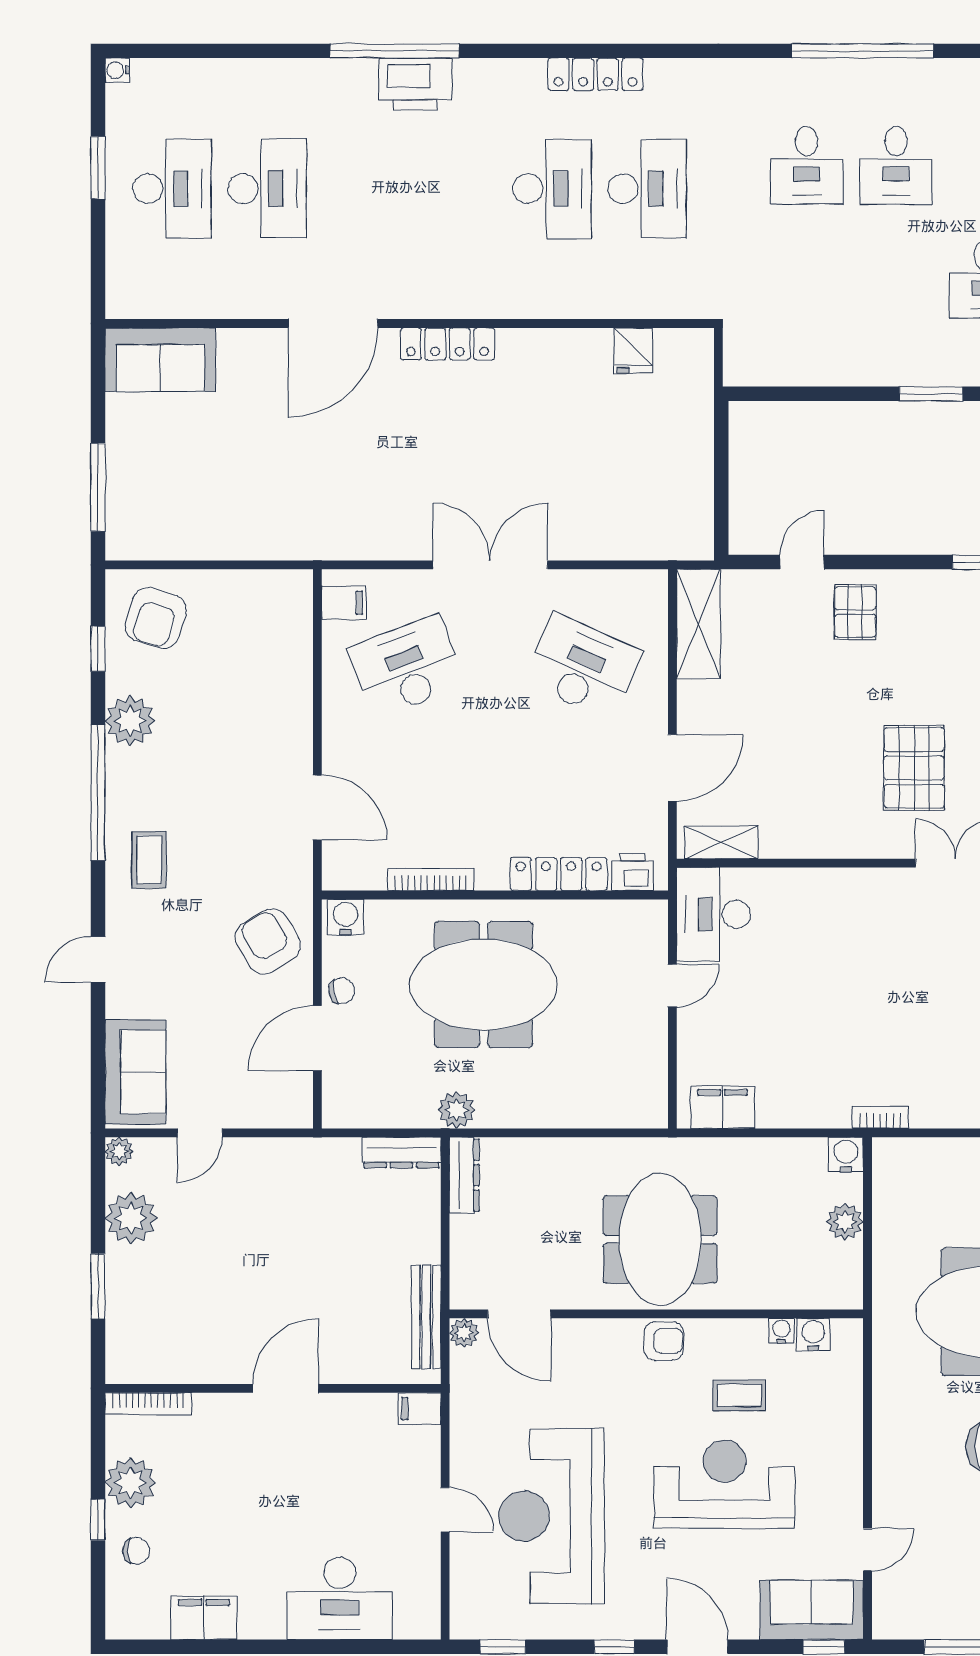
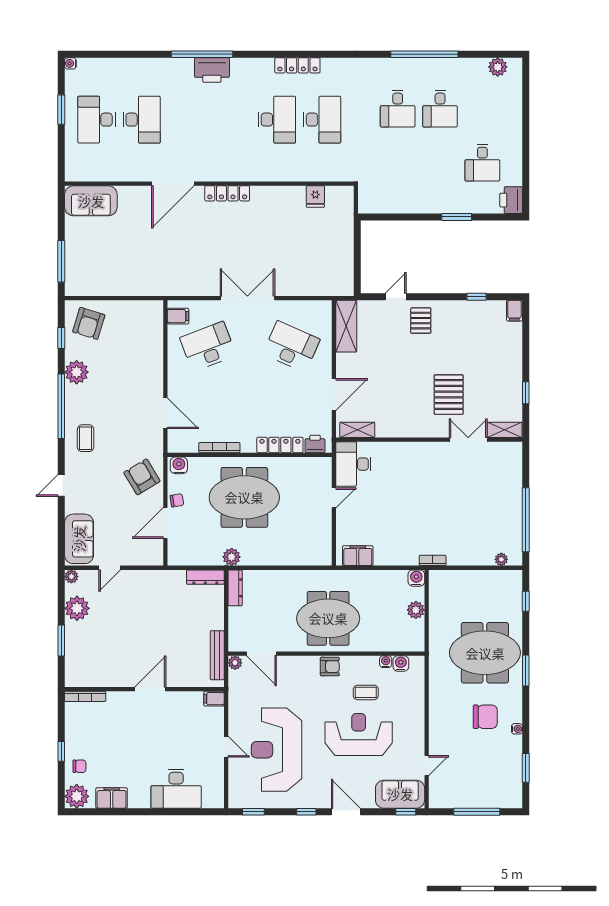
desk: (172, 189) -> (96, 120), turned 180
meeting table: (660, 1240) -> (328, 618), turned 90
plant: (130, 1483) -> (77, 796), moved

